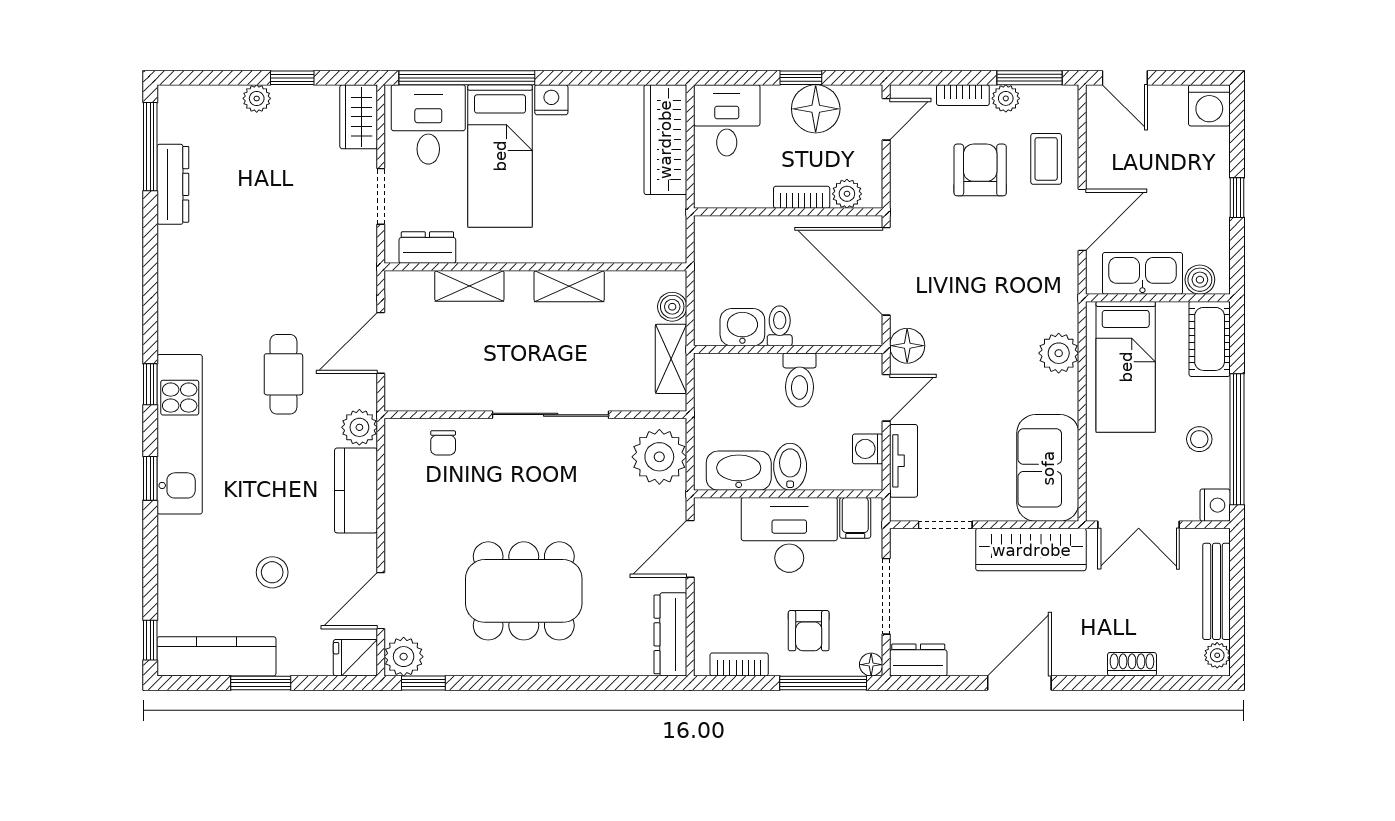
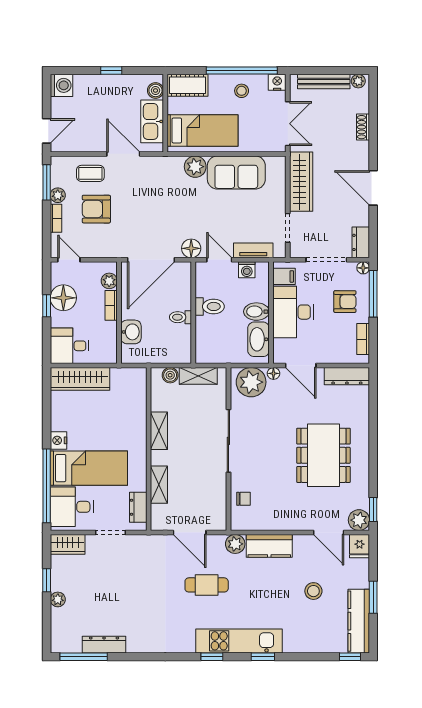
washbasin: (742, 327) -> (131, 332), moved, turned 180
sofa: (1048, 468) -> (236, 173), moved
floor lamp: (675, 498) -> (273, 373), added

